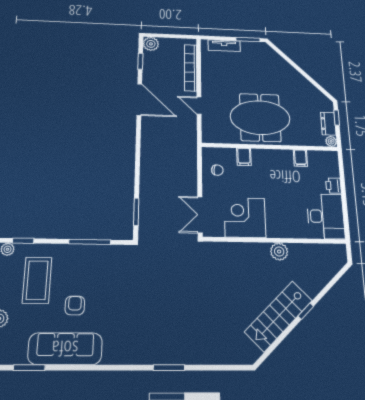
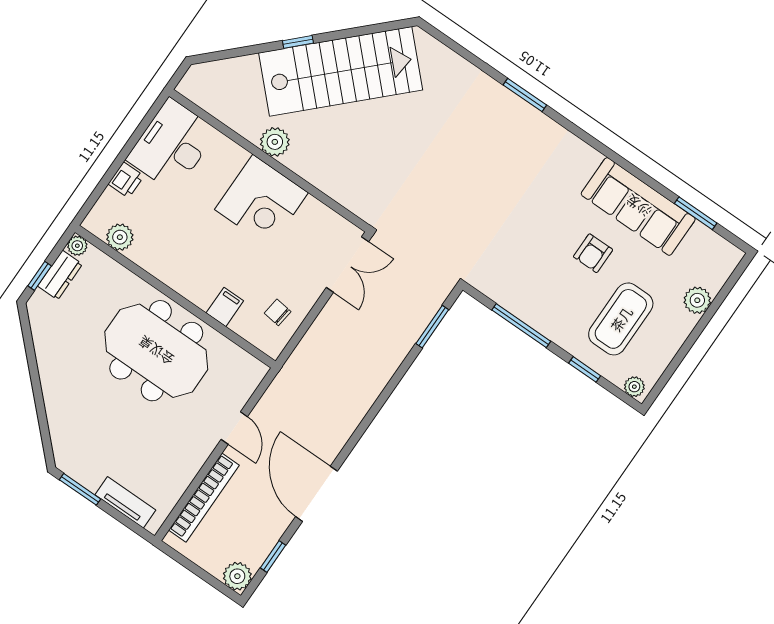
filing cabinet: (300, 158) -> (143, 251), removed
plant: (316, 158) -> (120, 237), added
corner desk: (245, 217) -> (261, 201), moved
window: (23, 241) -> (585, 369), moved
stairs: (279, 316) -> (341, 71), width x1.36, depth x1.51

